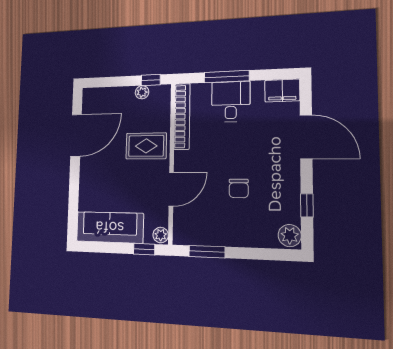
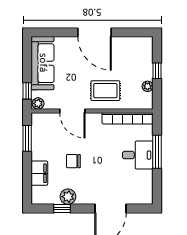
window: (151, 80) -> (157, 71), moved
filing cabinet: (282, 91) -> (39, 173), moved, turned 180
door: (76, 135) -> (95, 32), moved
rug: (146, 146) -> (105, 91), turned 90
plant: (290, 236) -> (68, 197), moved

